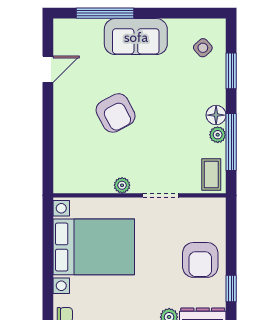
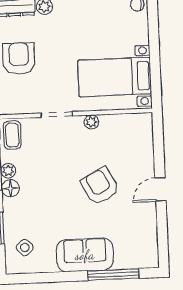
door: (48, 69) -> (160, 189), moved
bed with nightstands: (94, 247) -> (115, 77), width x0.73

